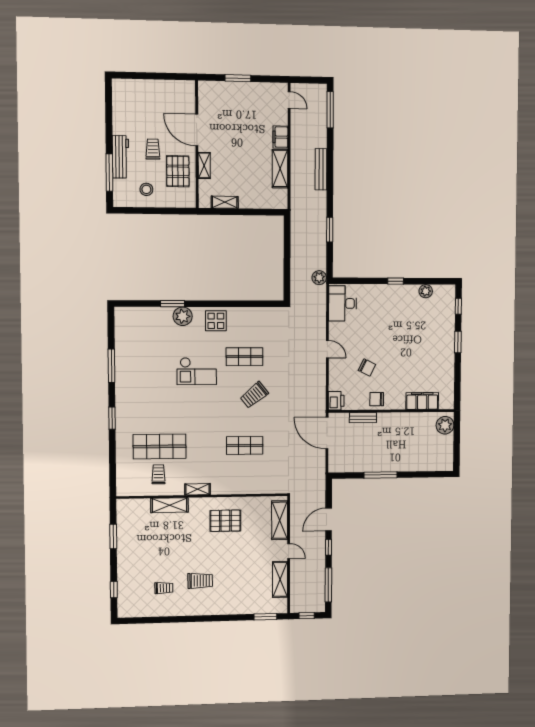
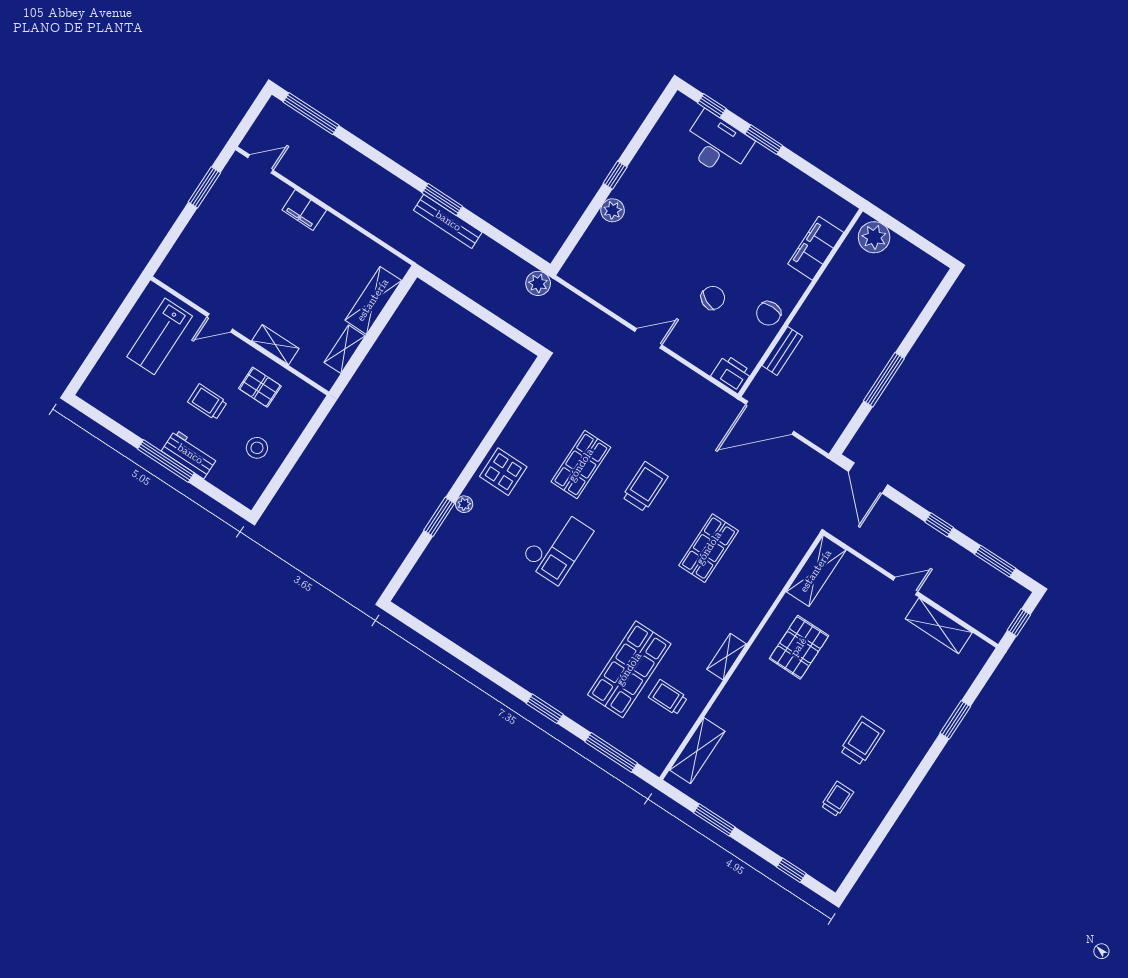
window: (238, 78) -> (204, 187), moved
lab bench: (170, 103) -> (160, 336), added
door: (197, 130) -> (220, 323), width x0.53
workbench: (121, 157) -> (190, 454), width x0.73
shelving: (280, 169) -> (373, 300), moved, turned 90
bench: (321, 169) -> (448, 221), moved
pallet: (178, 171) -> (260, 387), width x0.67, depth x0.71
window: (109, 173) -> (166, 461), moved
window: (330, 230) -> (442, 200), moved
plant: (426, 291) -> (613, 210), moved
desk: (343, 303) -> (717, 144), moved, turned 180
plant: (183, 316) -> (464, 504), width x0.53, depth x0.53
window: (111, 366) -> (611, 752), moved
trolley: (254, 395) -> (645, 487), turned -141
shelving: (169, 505) -> (697, 751), moved
door: (329, 519) -> (868, 478), moved
shelving: (280, 520) -> (816, 571), moved, turned 90
window: (328, 585) -> (995, 561), width x0.69
window: (265, 617) -> (955, 720), moved

